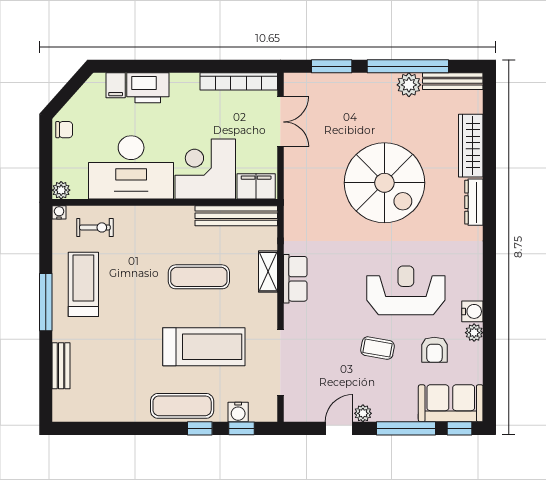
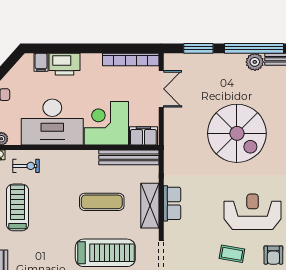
shelving: (268, 272) -> (150, 206), width x1.50, depth x1.33

